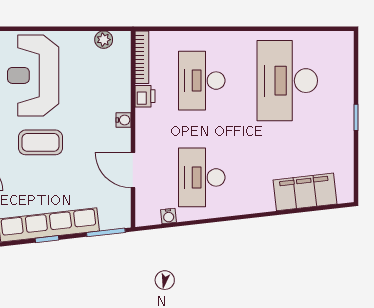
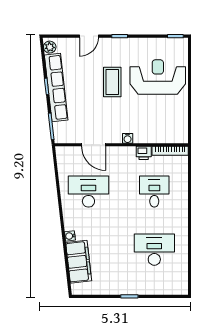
plant: (104, 40) -> (182, 125), removed
desk: (202, 81) -> (154, 192), width x0.73
desk: (287, 81) -> (154, 250), width x0.73, depth x0.77
door: (133, 170) -> (94, 145), swing flipped
water cooler: (169, 216) -> (70, 236), moved

